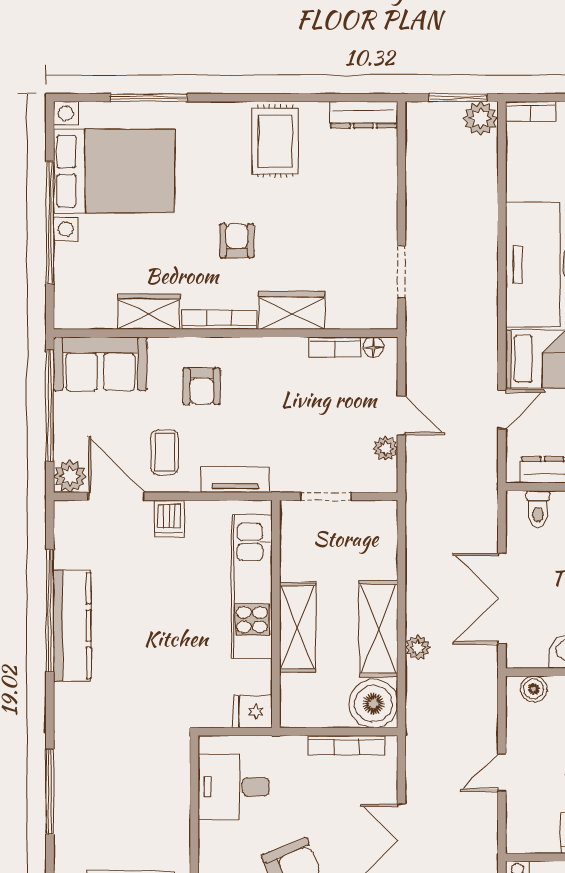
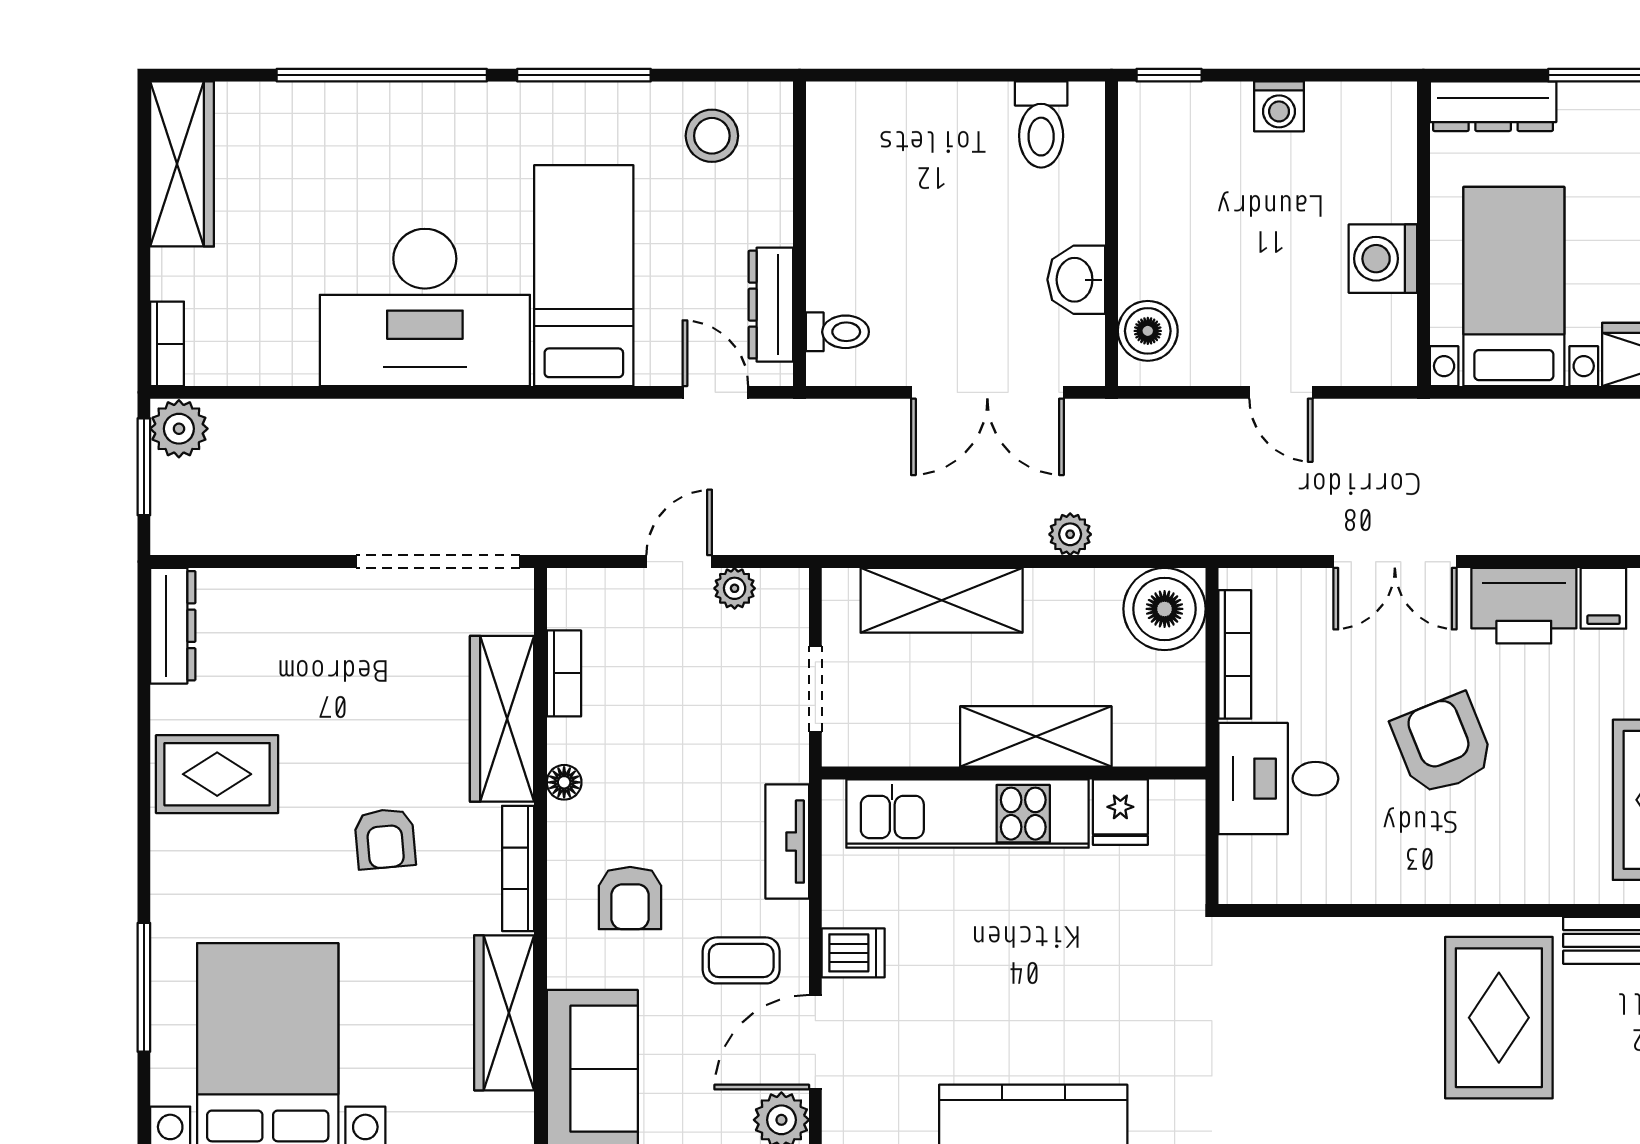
armchair: (237, 241) -> (385, 839), turned -95
doorway: (401, 272) -> (438, 562), width x1.87
wardrobe: (292, 310) -> (502, 719), width x1.50
wardrobe: (149, 311) -> (504, 1013), width x1.50
floor lamp: (373, 347) -> (564, 782), moved
armchair: (202, 386) -> (630, 898), turned 90
door: (502, 409) -> (715, 392), moved
shelving: (378, 629) -> (942, 600), moved
boiler: (534, 689) -> (1148, 331), width x1.36, depth x1.36
fridge: (253, 712) -> (1120, 812), moved
desk: (234, 787) -> (1278, 779), moved, turned 90

